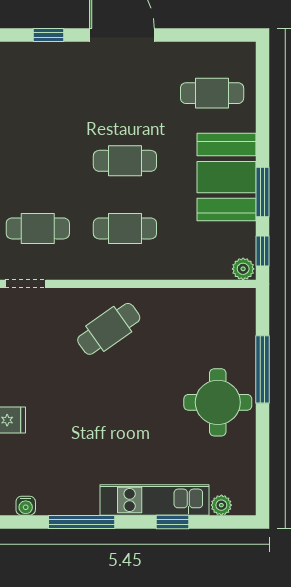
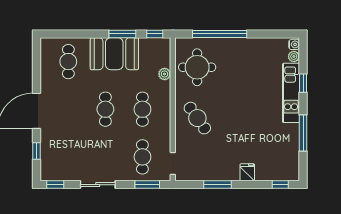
plant: (243, 269) -> (165, 74), moved
window: (263, 369) -> (220, 34), width x1.46
round table: (218, 402) -> (197, 67), moved
water cooler: (26, 506) -> (294, 44), moved

